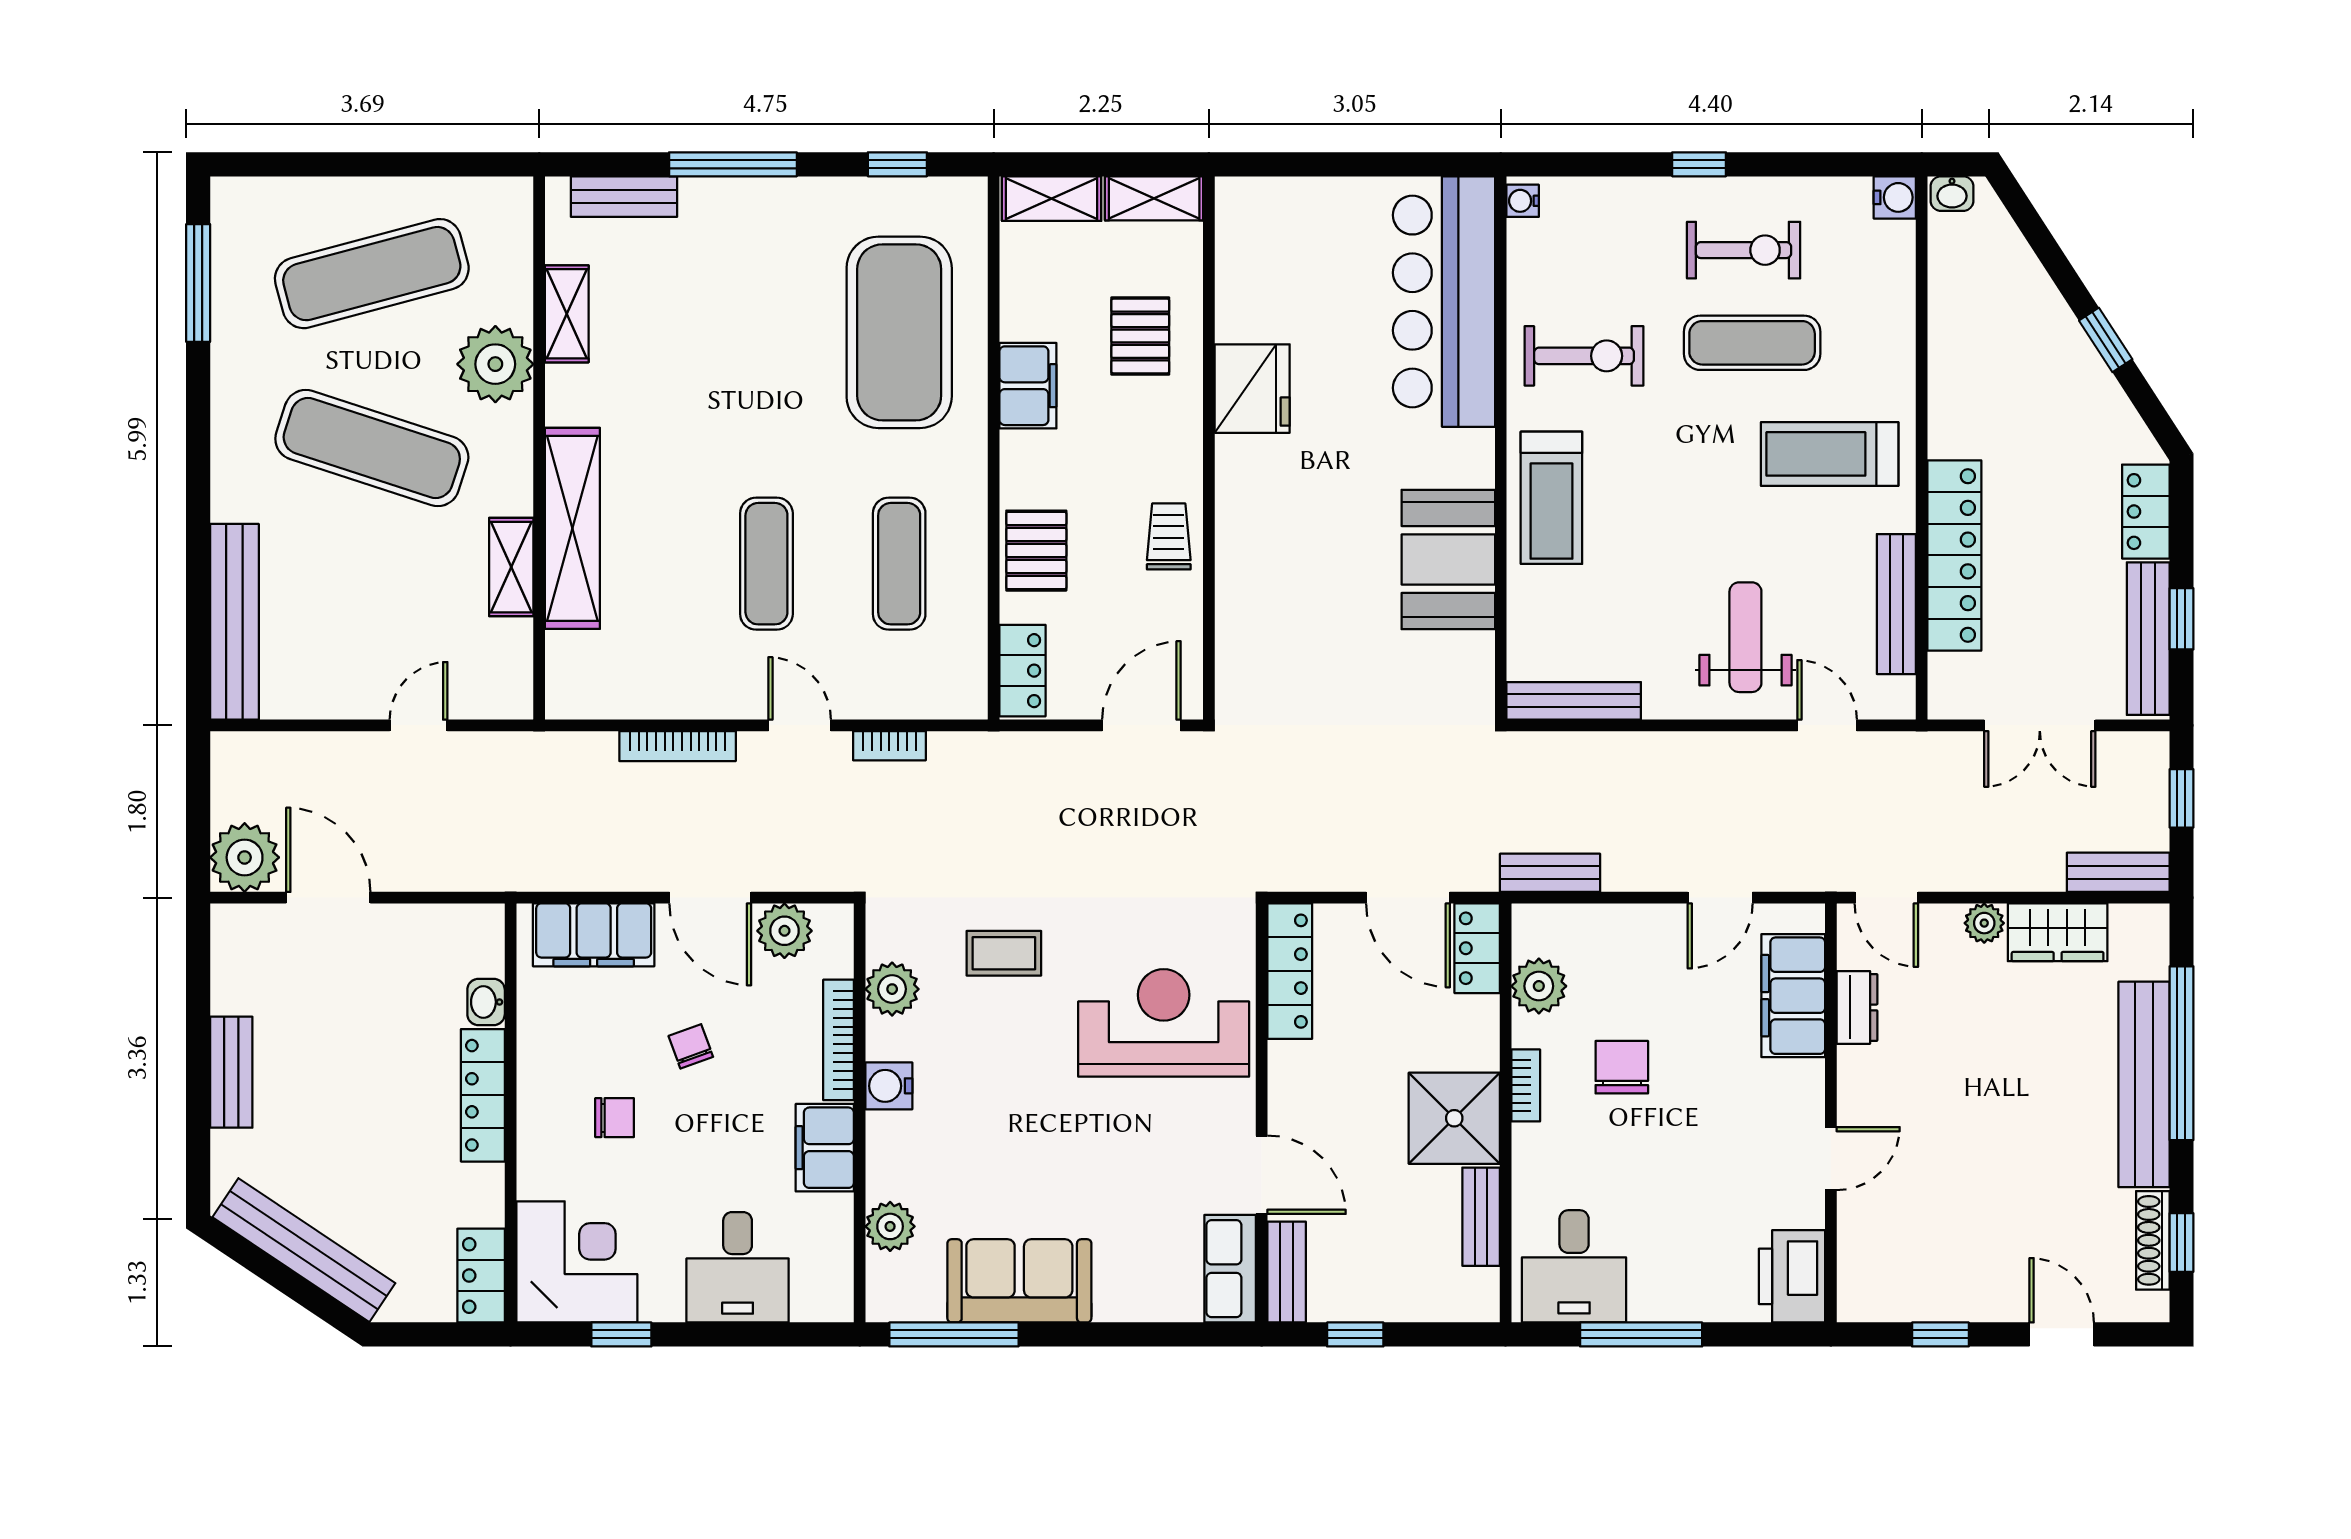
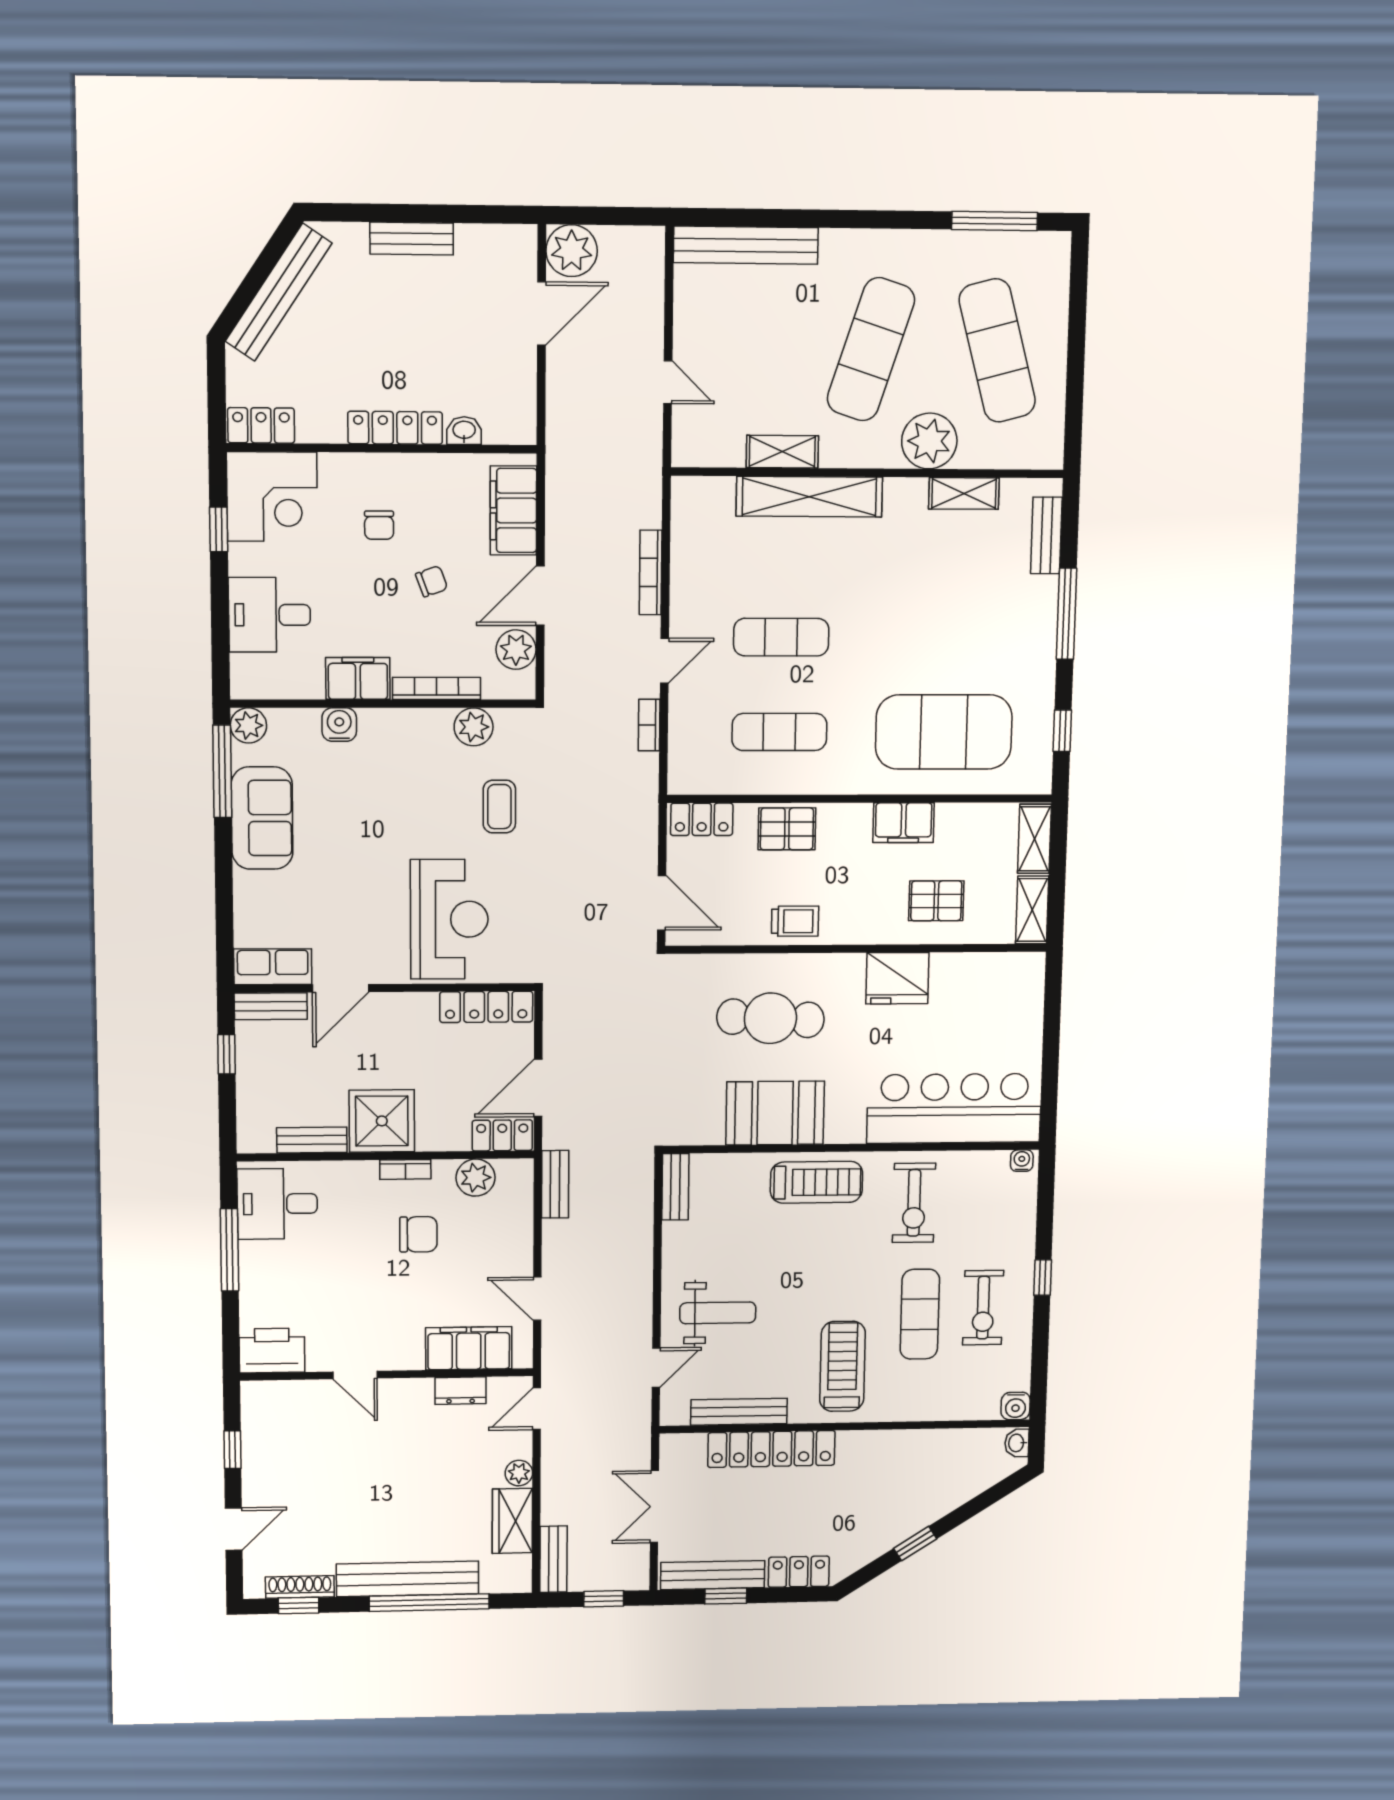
treadmill: (1551, 498) -> (816, 1182), turned 180
cafe table: (1309, 569) -> (770, 1018), added
bench: (1574, 701) -> (675, 1187), width x0.73
water cooler: (889, 1086) -> (339, 725), moved
plant: (890, 1226) -> (248, 725), moved

